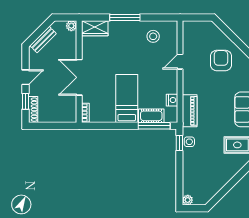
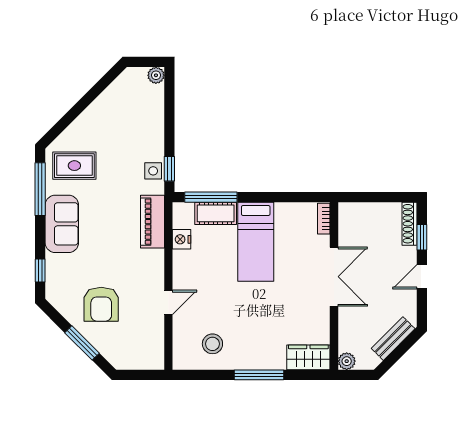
window: (233, 37) -> (82, 343), added

